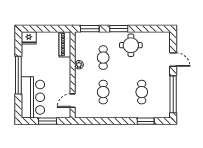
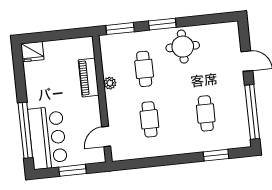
piano: (65, 44) -> (89, 78), moved
window: (18, 75) -> (25, 130), moved

